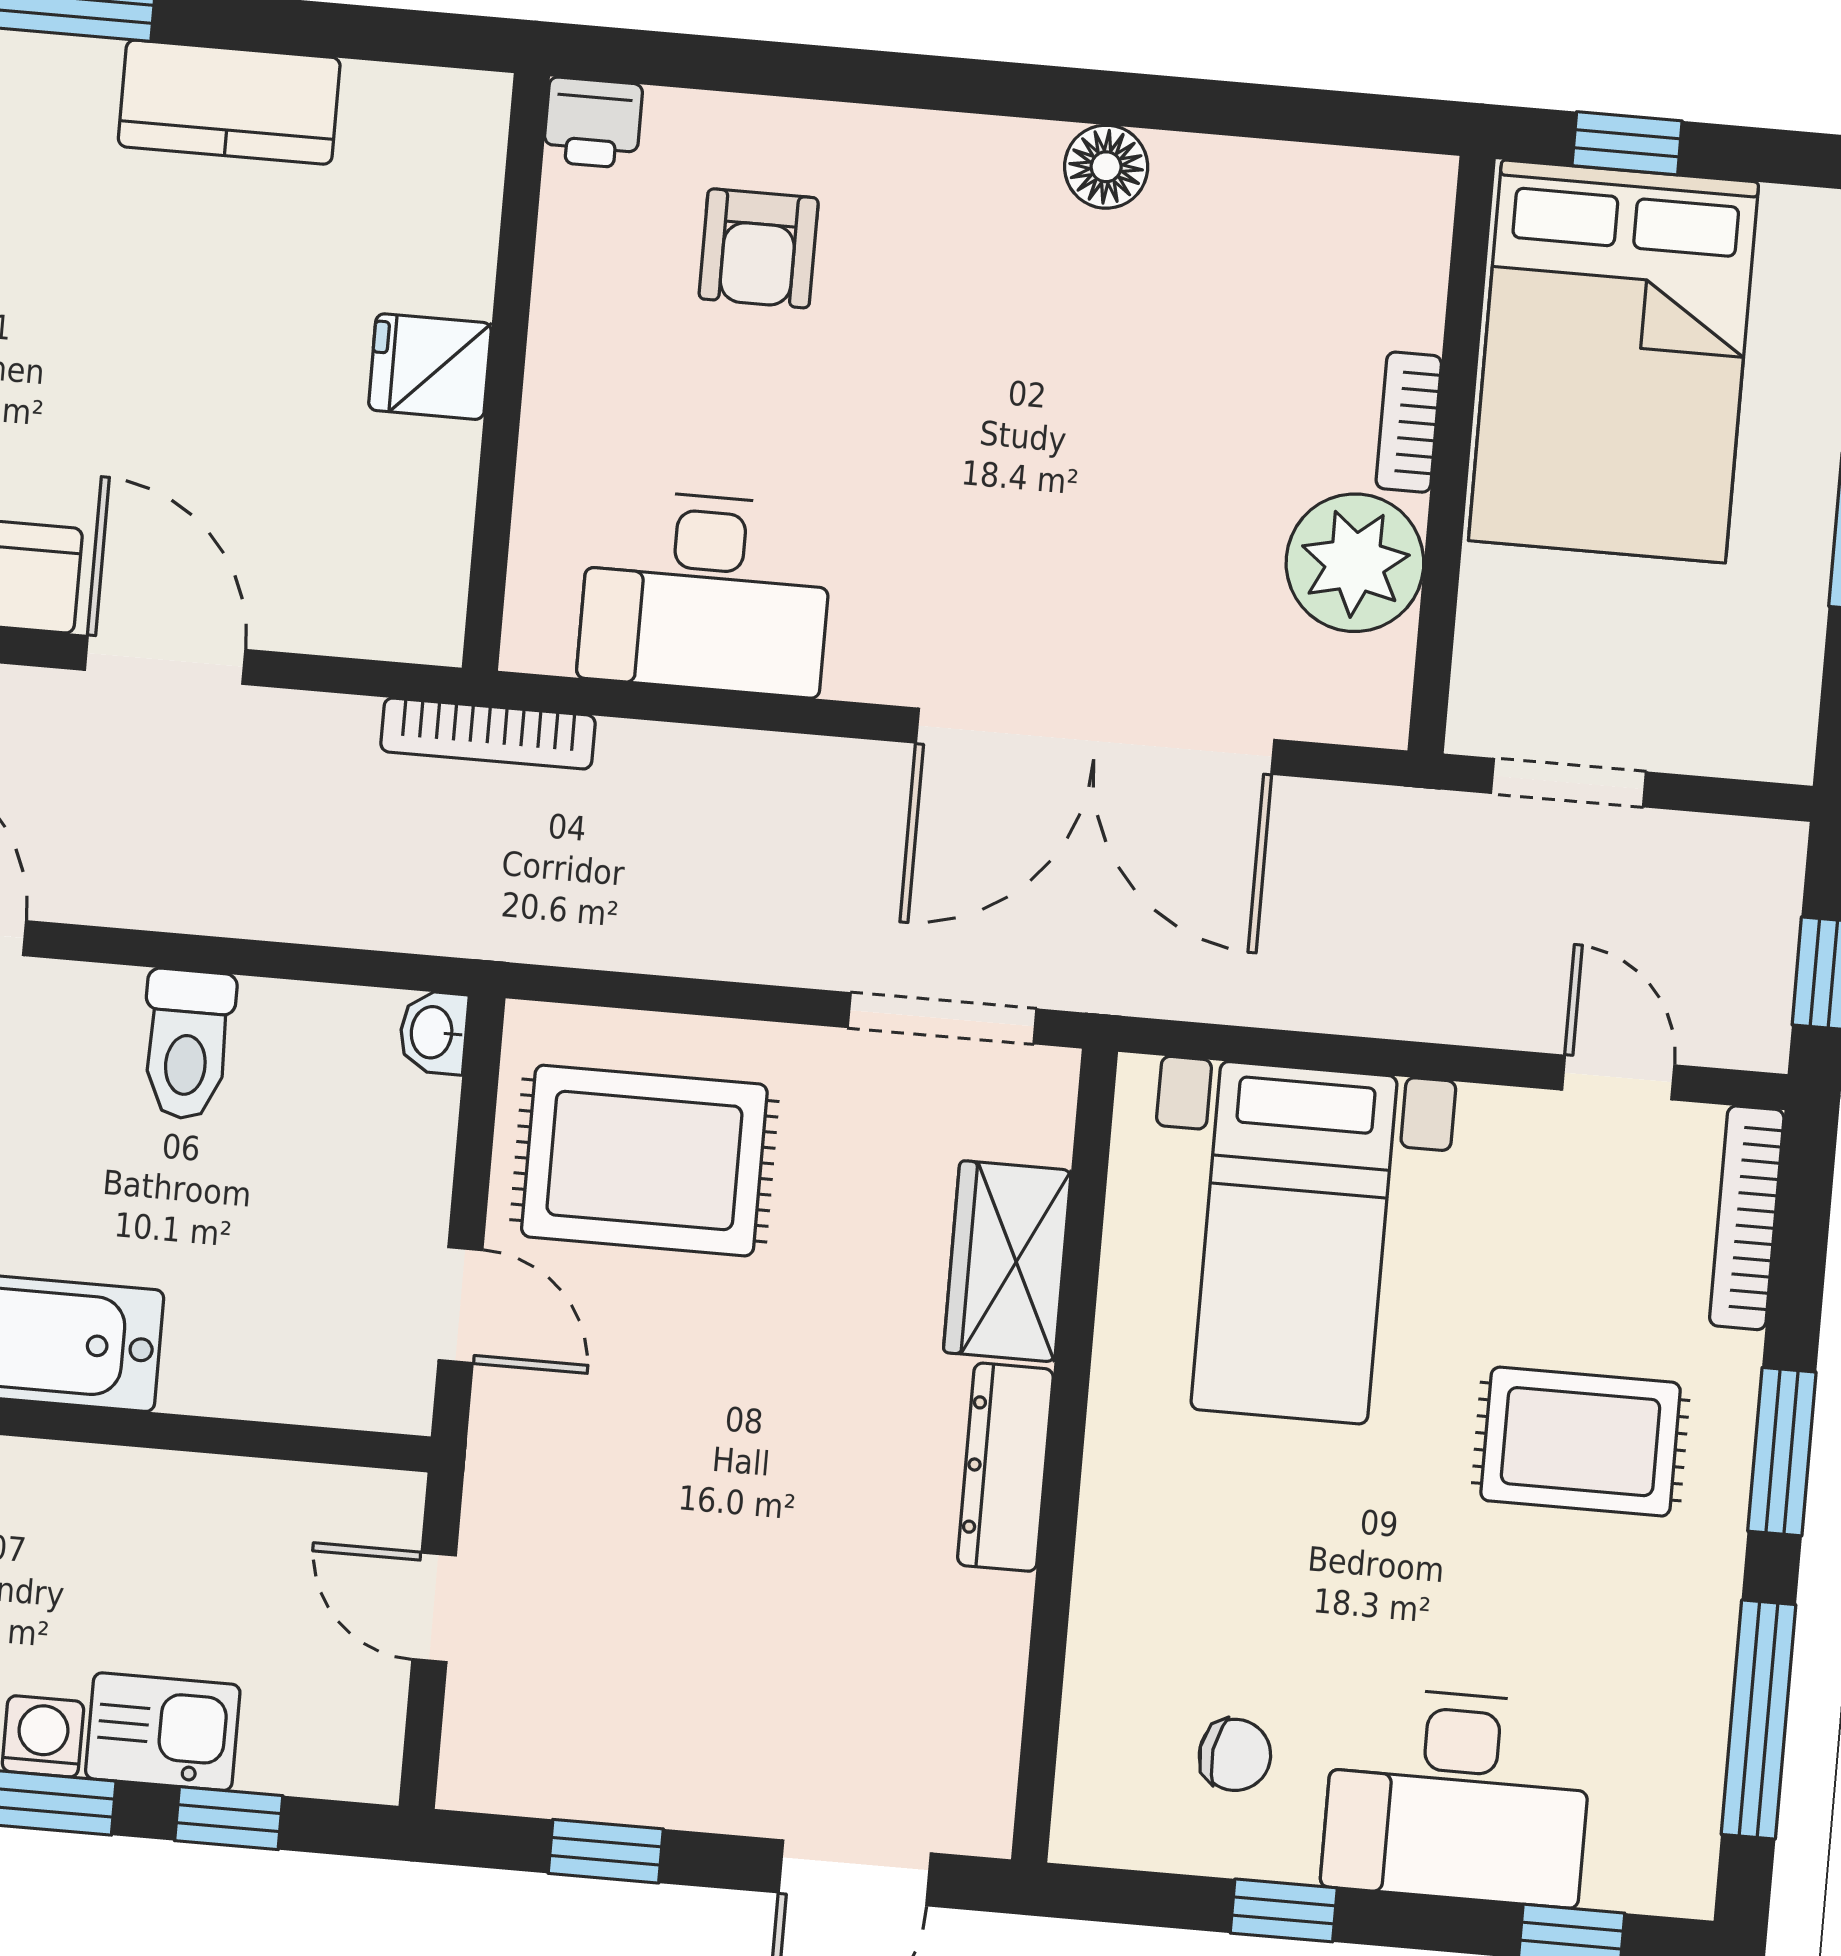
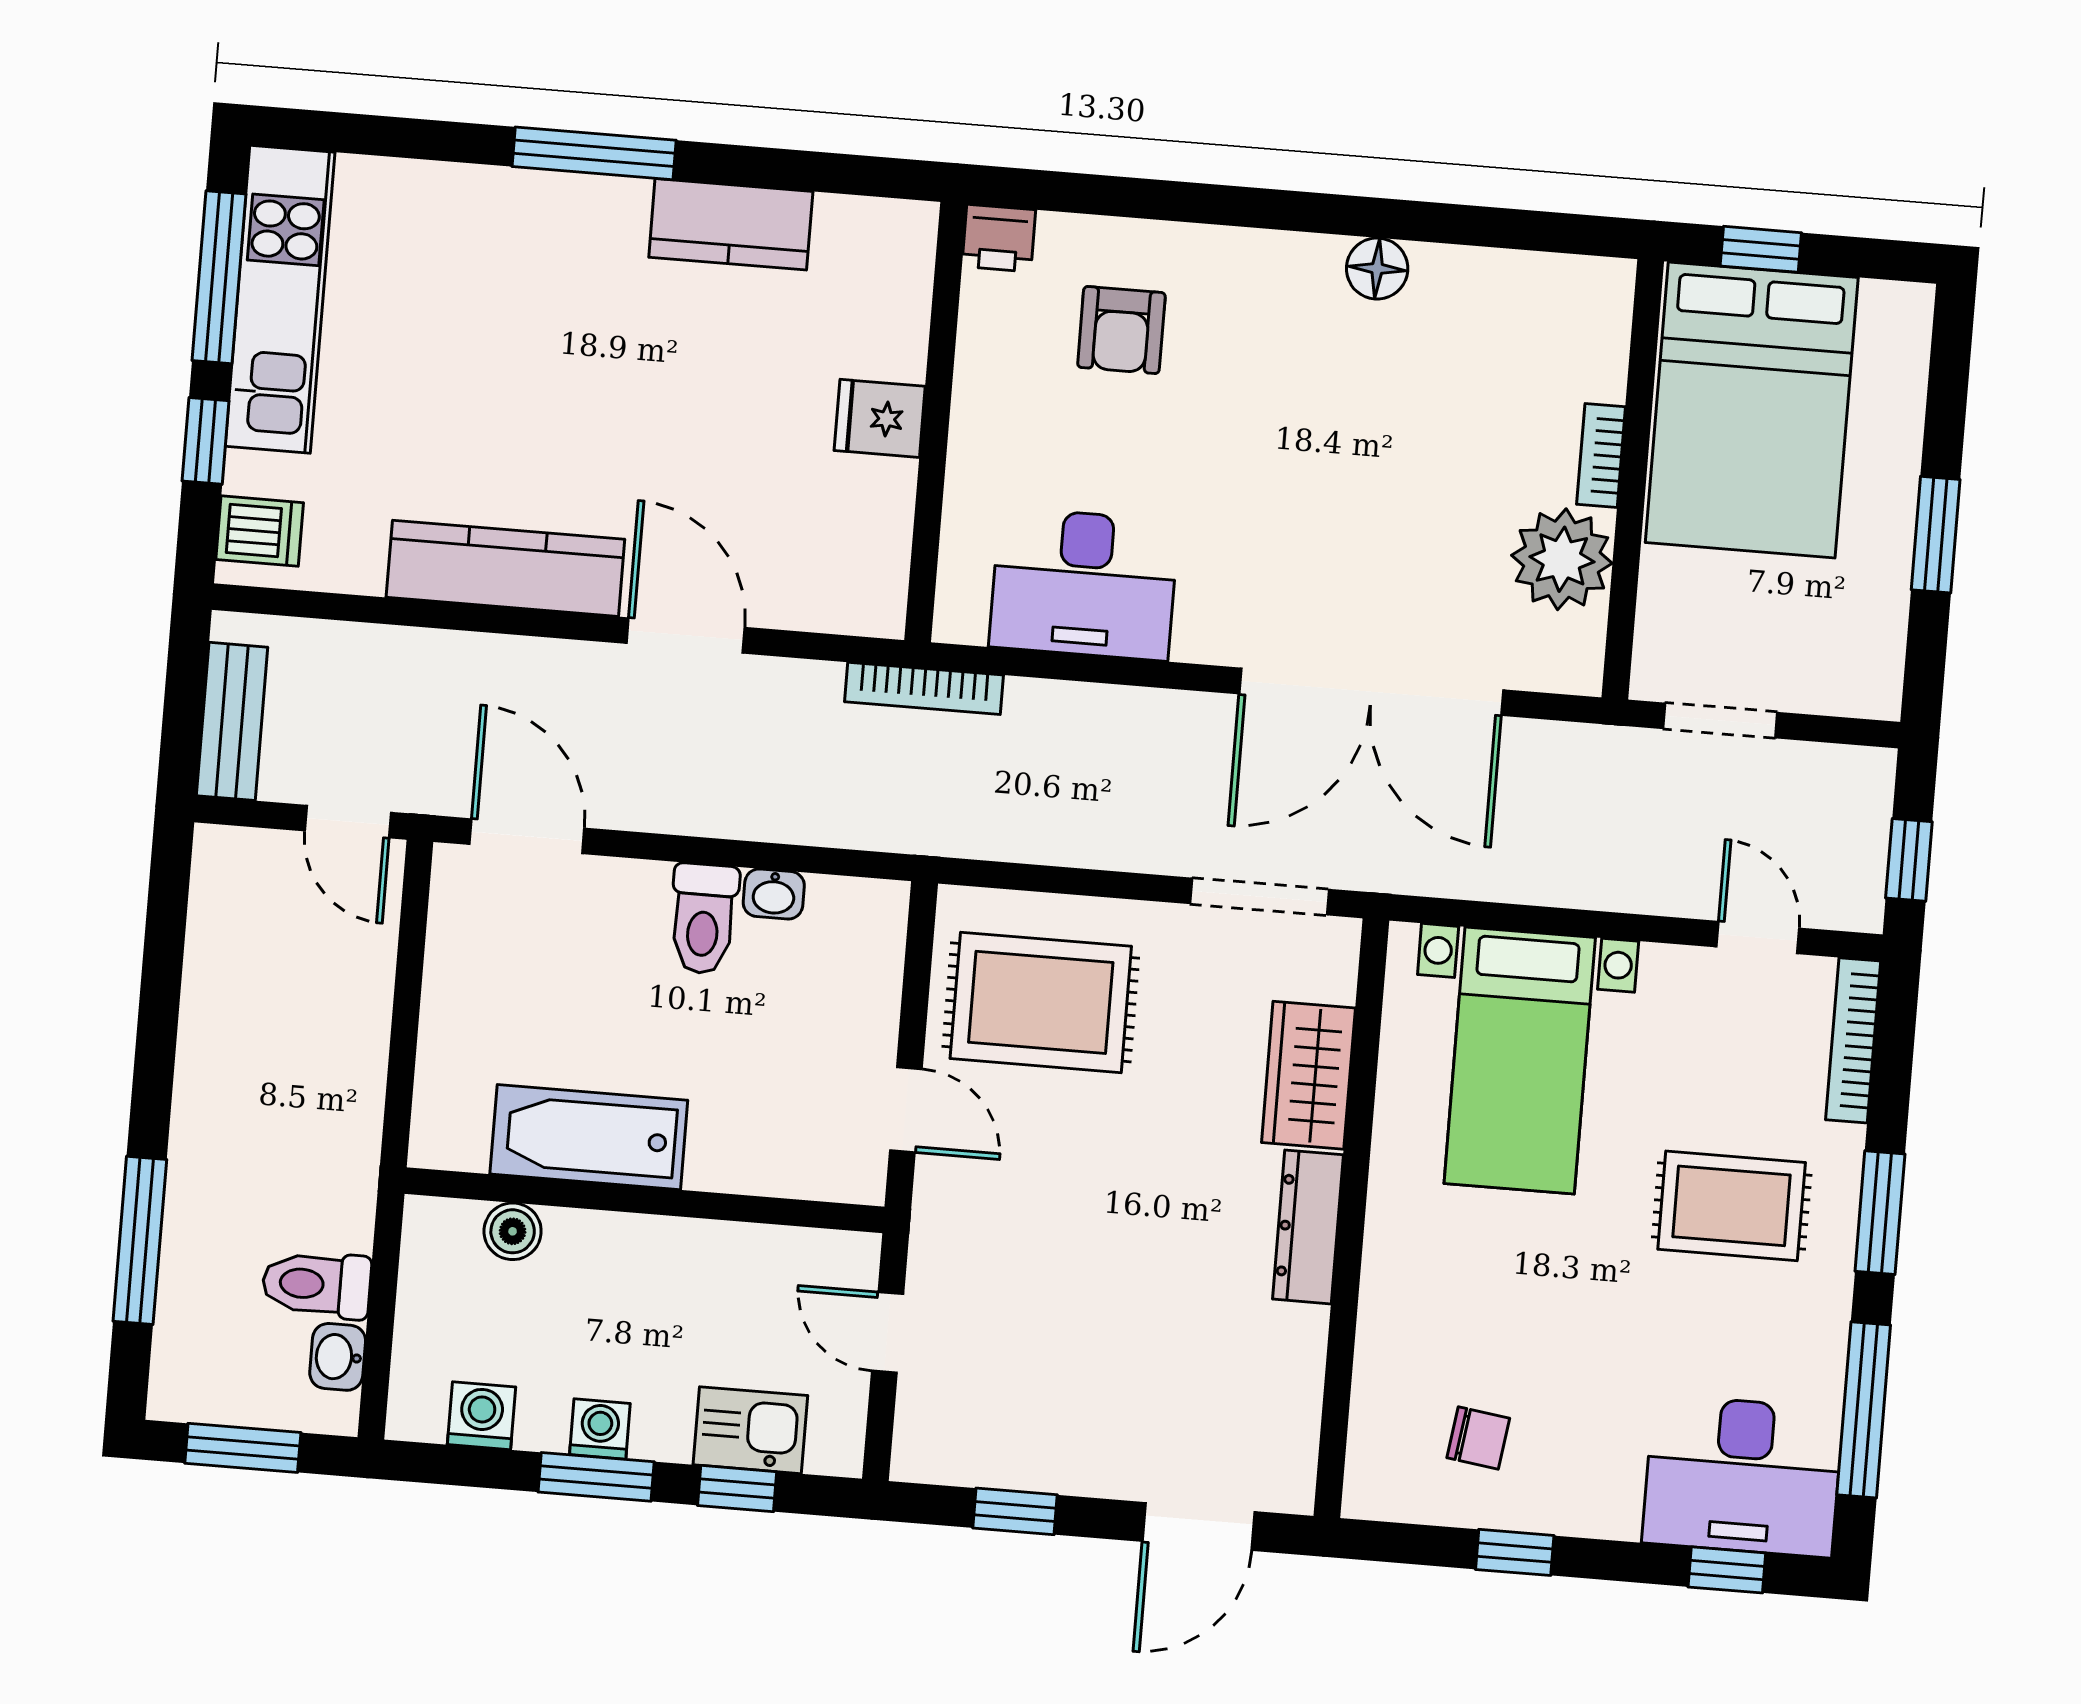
washbasin: (434, 1032) -> (774, 894), moved, turned -90
kitchen sink: (163, 1732) -> (750, 1430), moved
desk: (1457, 1796) -> (1743, 1476), moved

